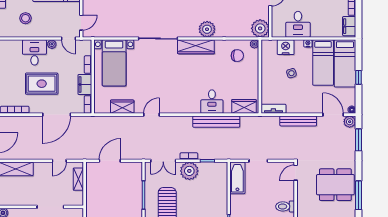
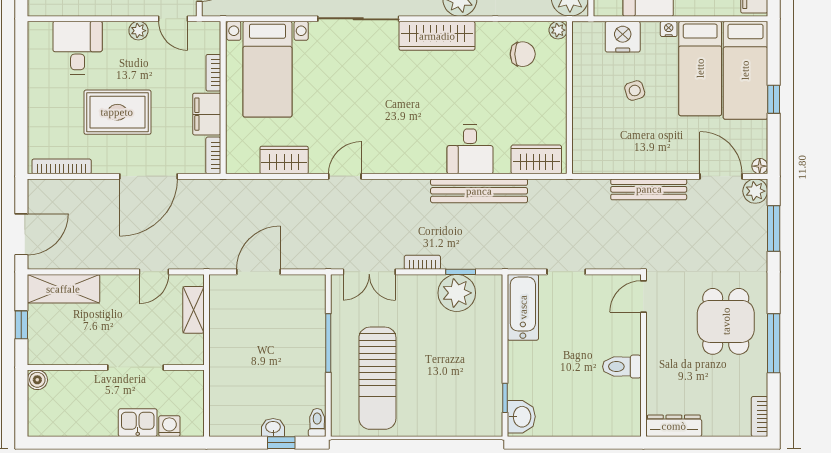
desk: (34, 52) -> (78, 48), moved
tv unit: (273, 109) -> (597, 164), removed
plant: (189, 171) -> (457, 293), moved
dining table: (335, 185) -> (726, 321), width x0.73

